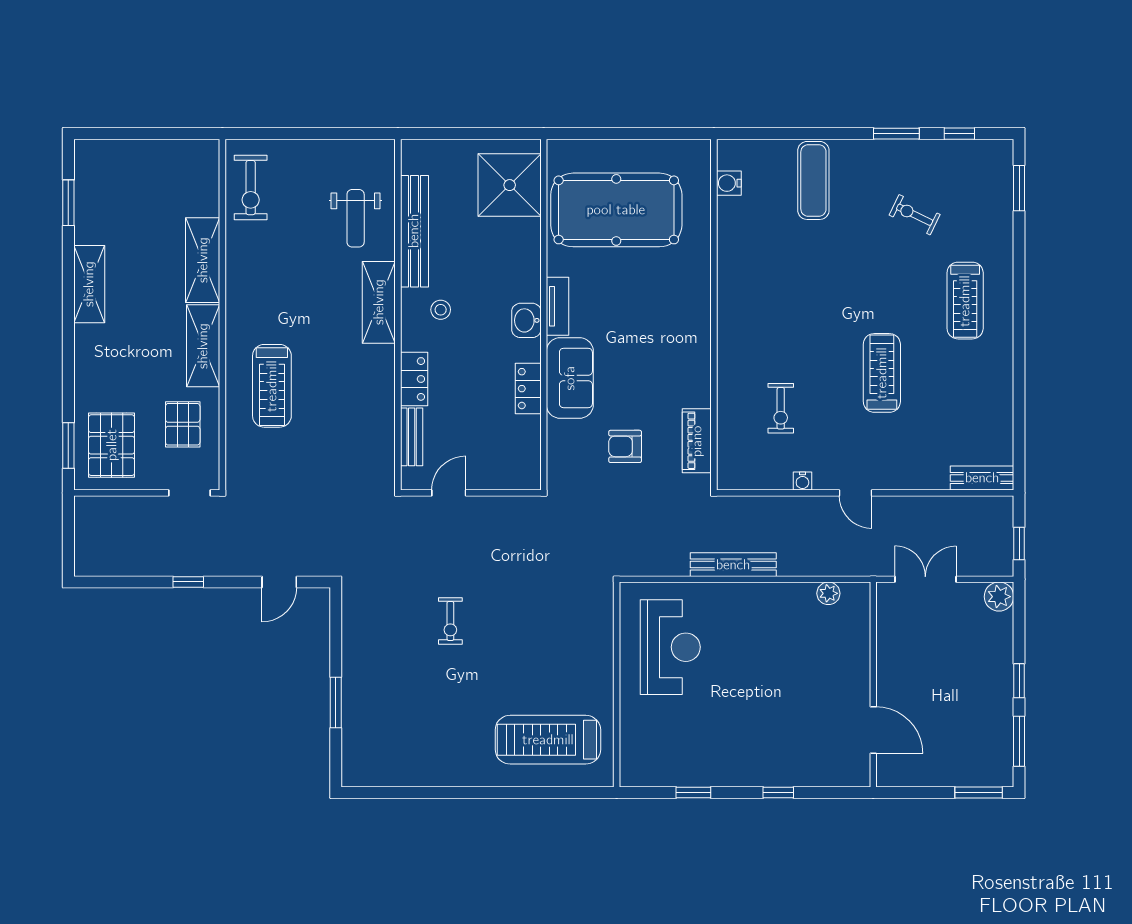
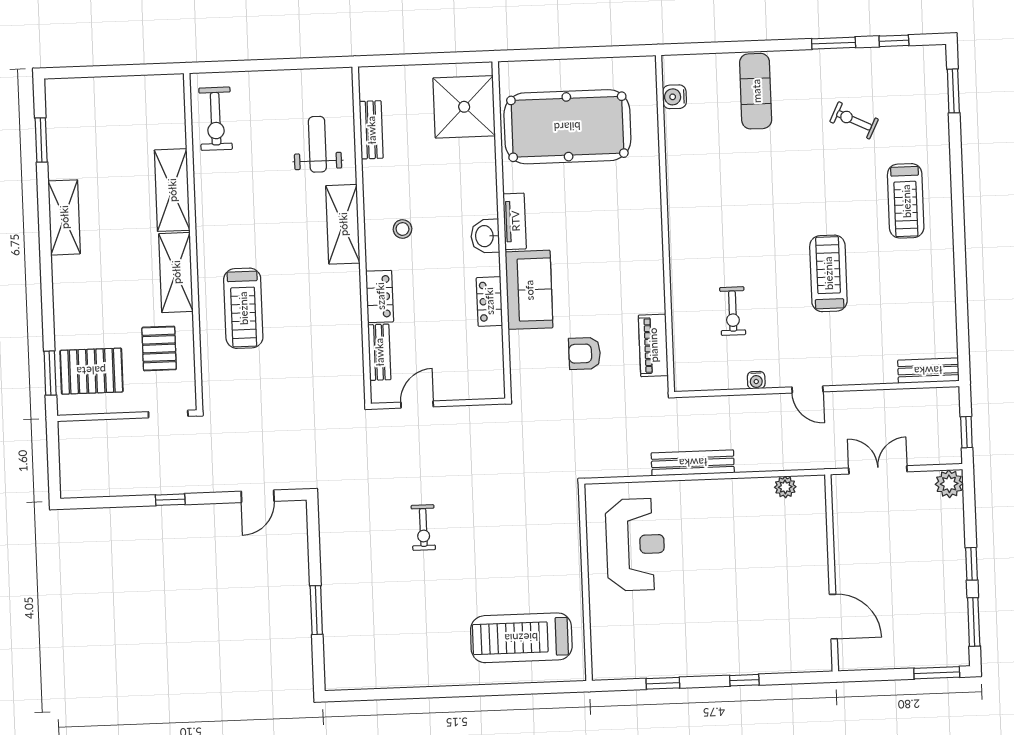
weight bench: (356, 218) -> (317, 144), turned 180
bench: (414, 231) -> (371, 130), width x0.54, depth x0.82
pallet: (112, 445) -> (91, 371), turned 90

